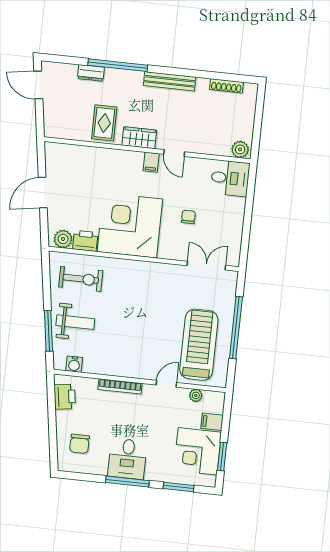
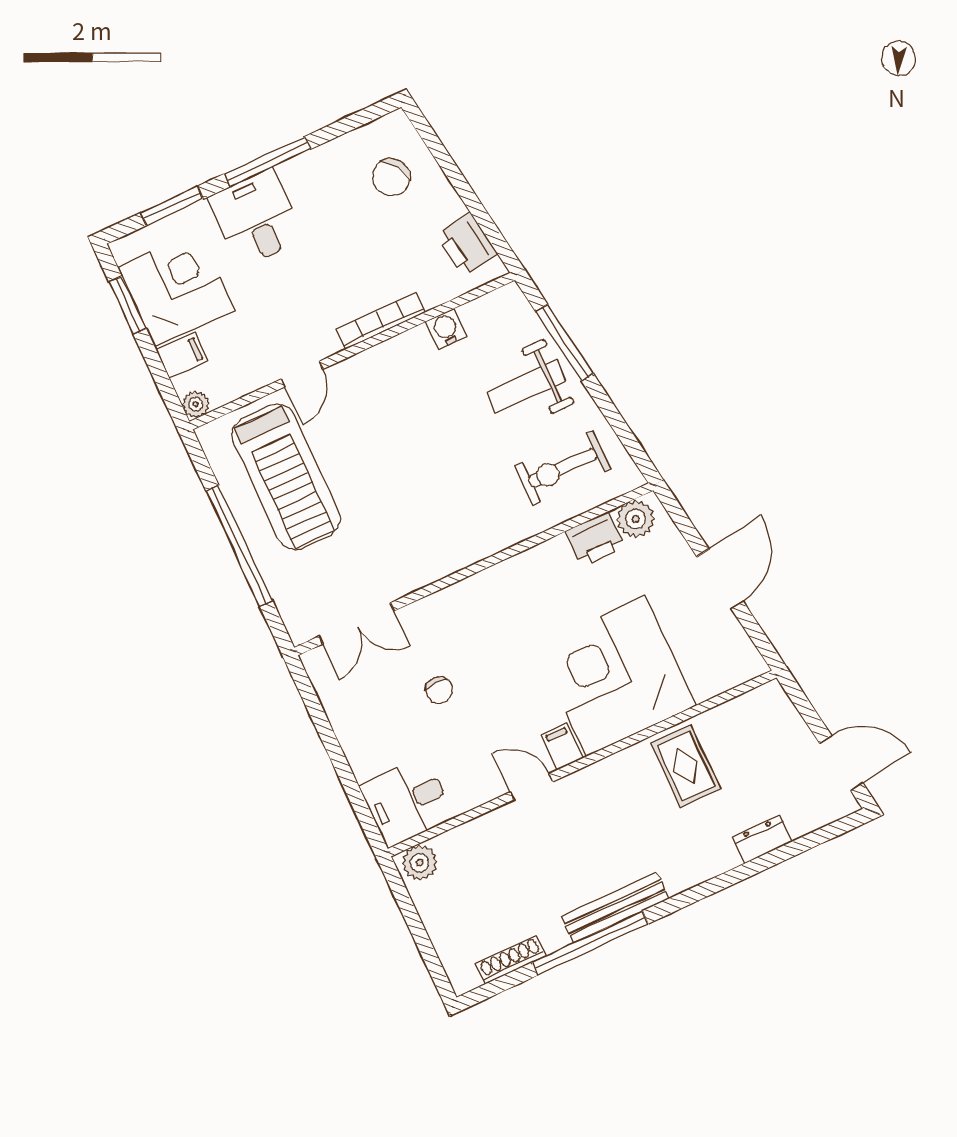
window: (118, 65) -> (590, 943), moved
wardrobe: (139, 138) -> (609, 777), removed
corner desk: (130, 225) -> (616, 676), moved, turned 180
water cooler: (74, 364) -> (446, 329), moved
plant: (196, 395) -> (196, 404), moved
chair: (79, 444) -> (391, 177), turned -122
desk: (127, 459) -> (256, 218), moved

